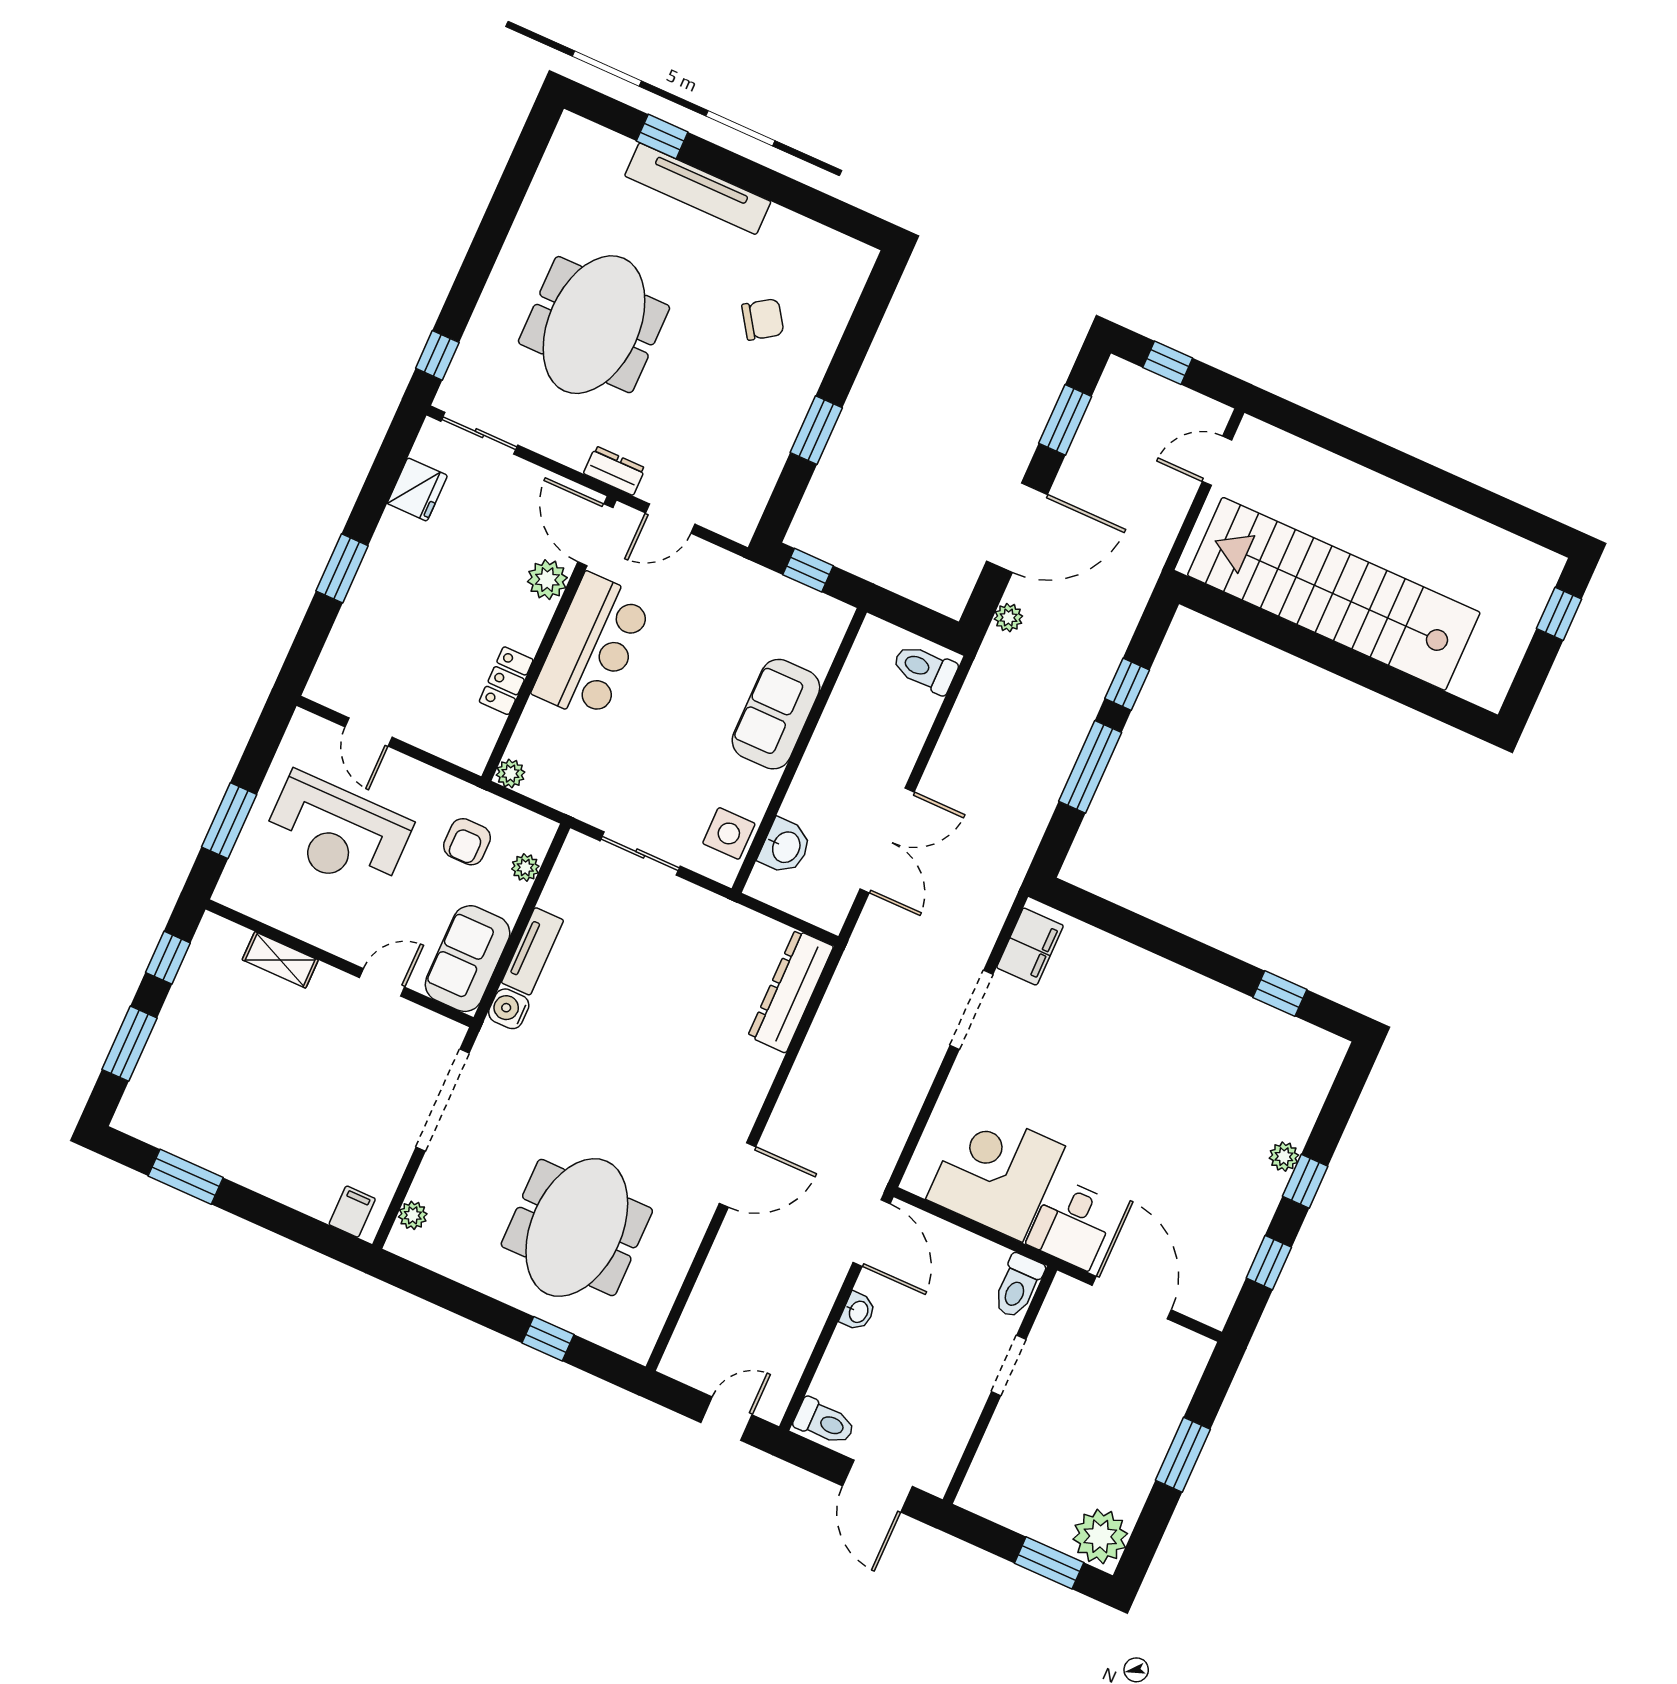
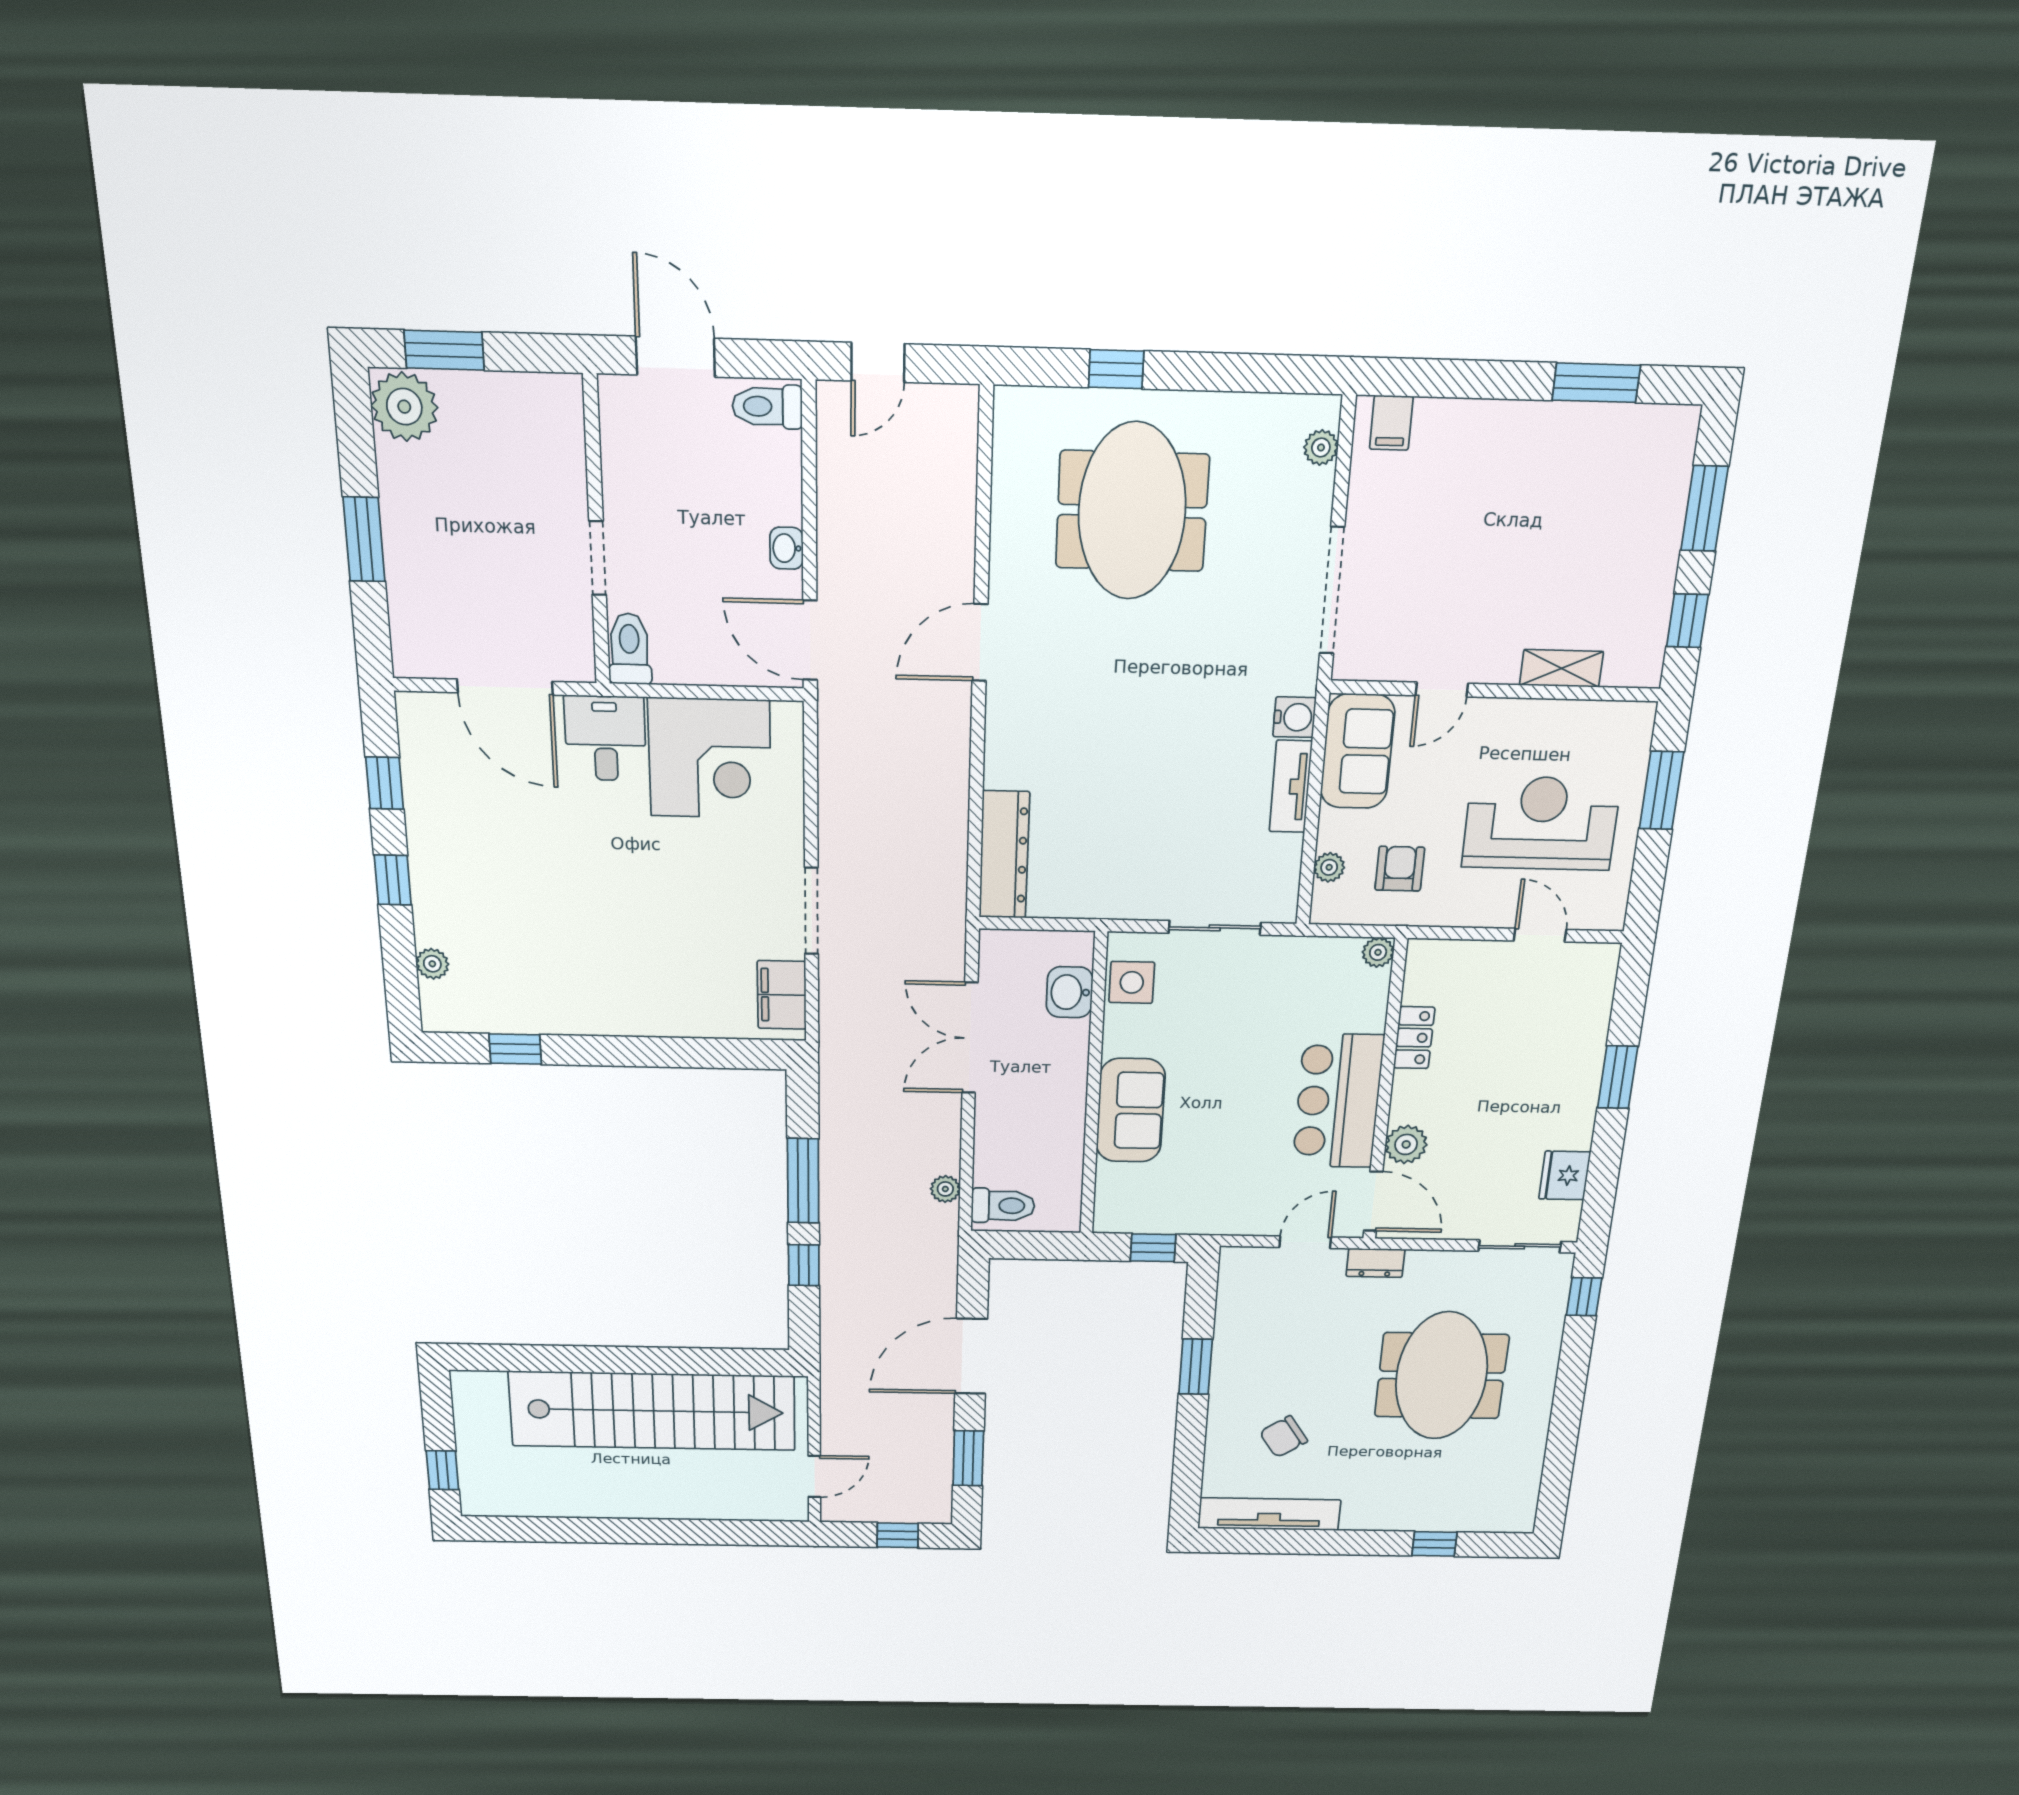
tv unit: (698, 189) -> (1269, 1514), moved
plant: (1008, 618) -> (945, 1189), moved
plant: (1284, 1157) -> (432, 964), moved

